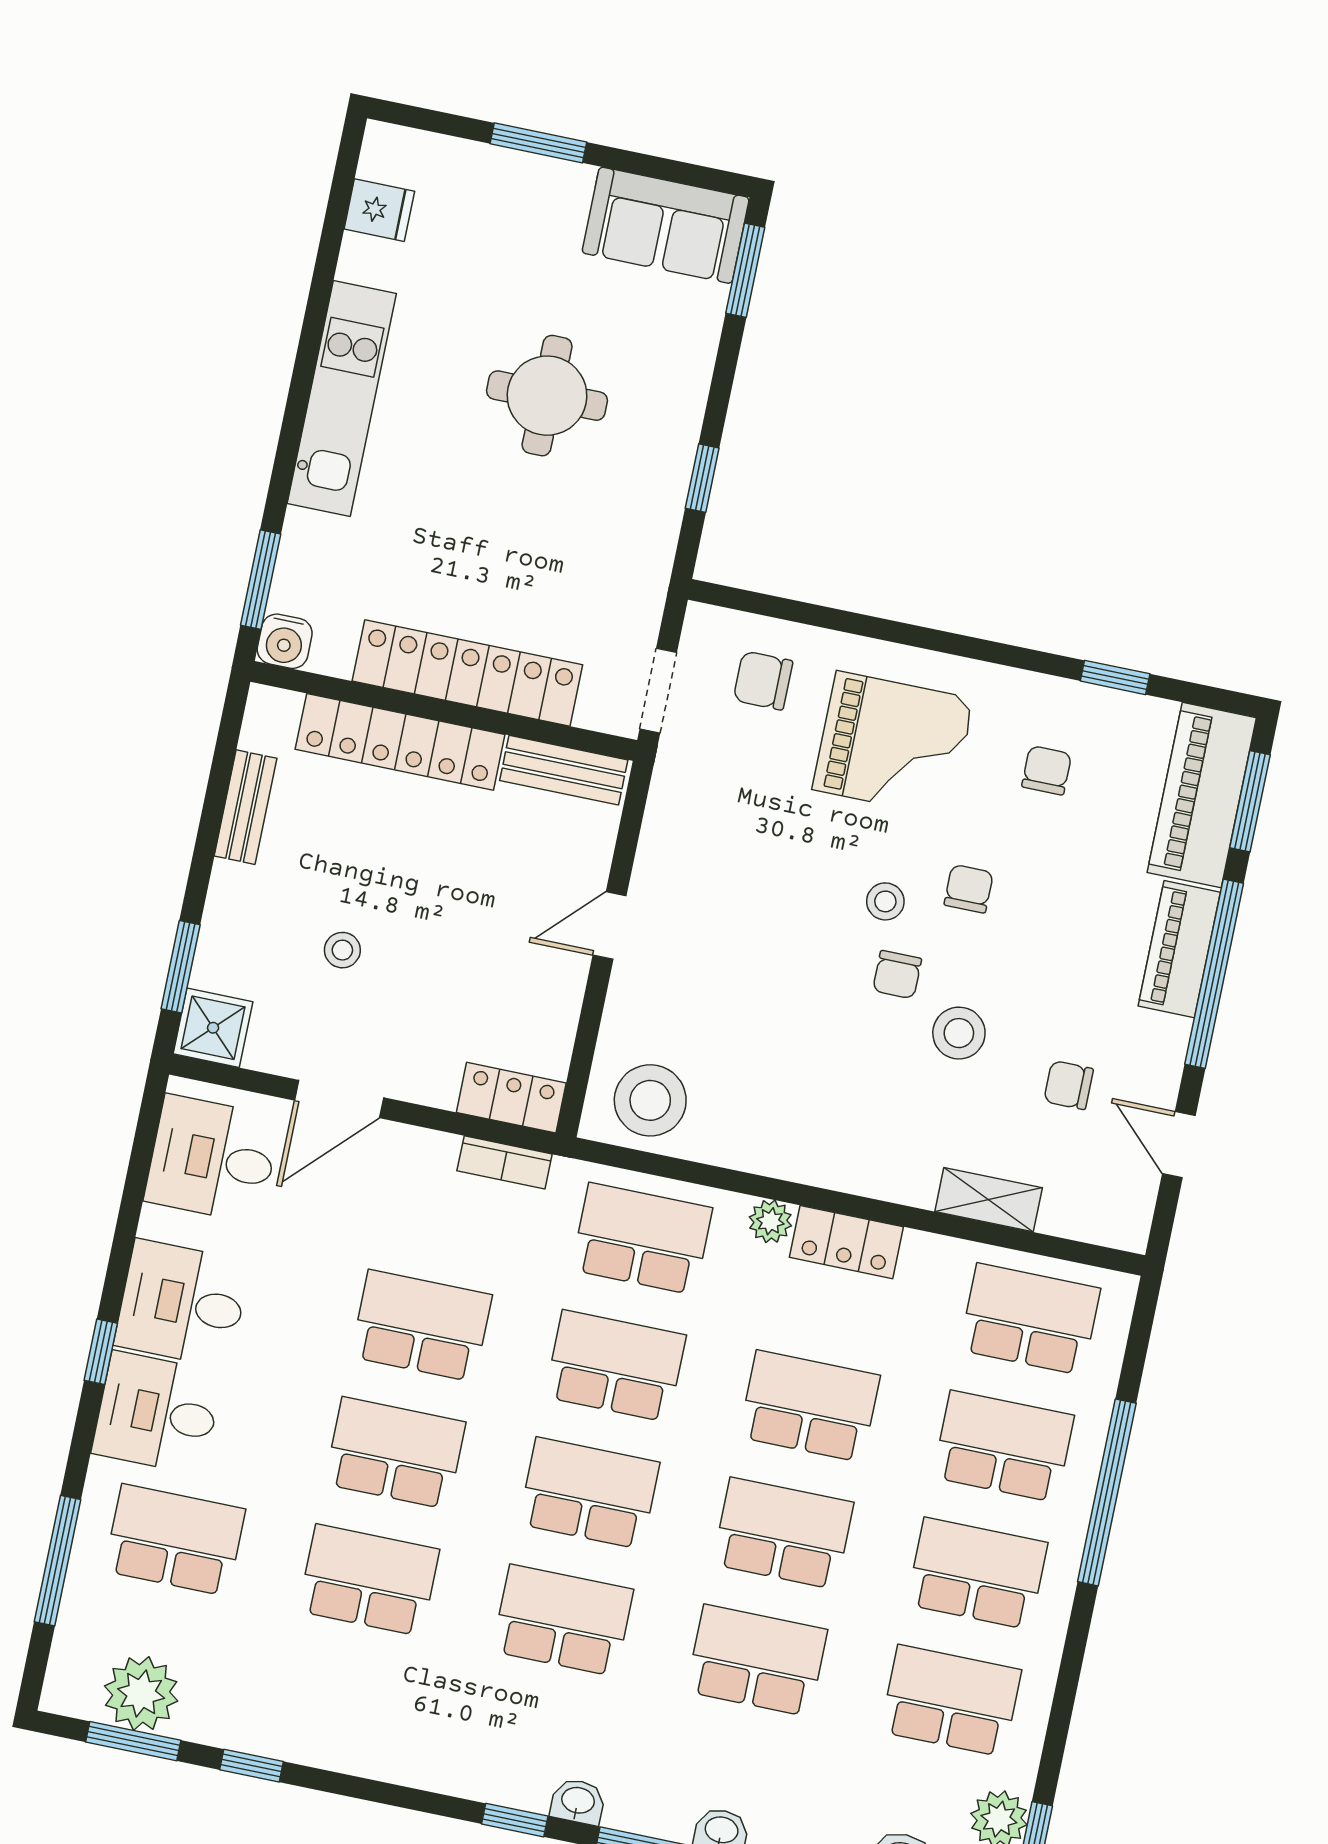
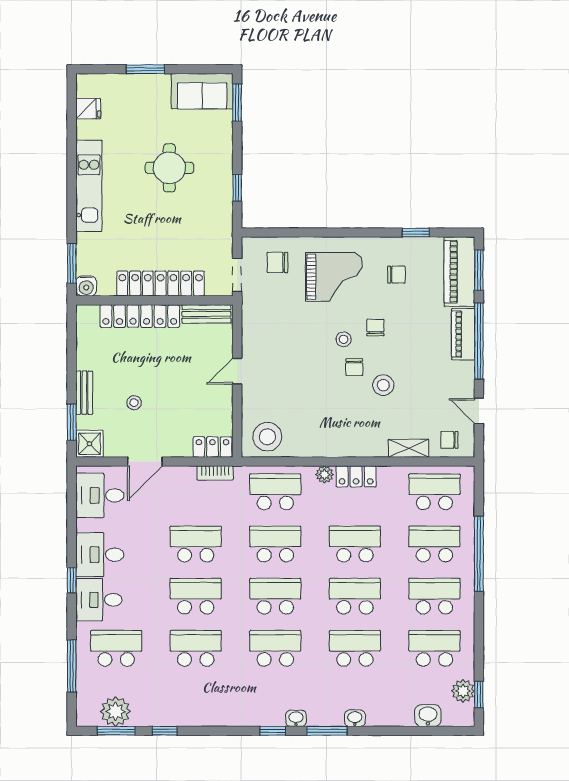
chair: (1047, 770) -> (396, 275), turned 90
bench: (246, 807) -> (84, 393), moved
chair: (1069, 1085) -> (449, 440), moved

